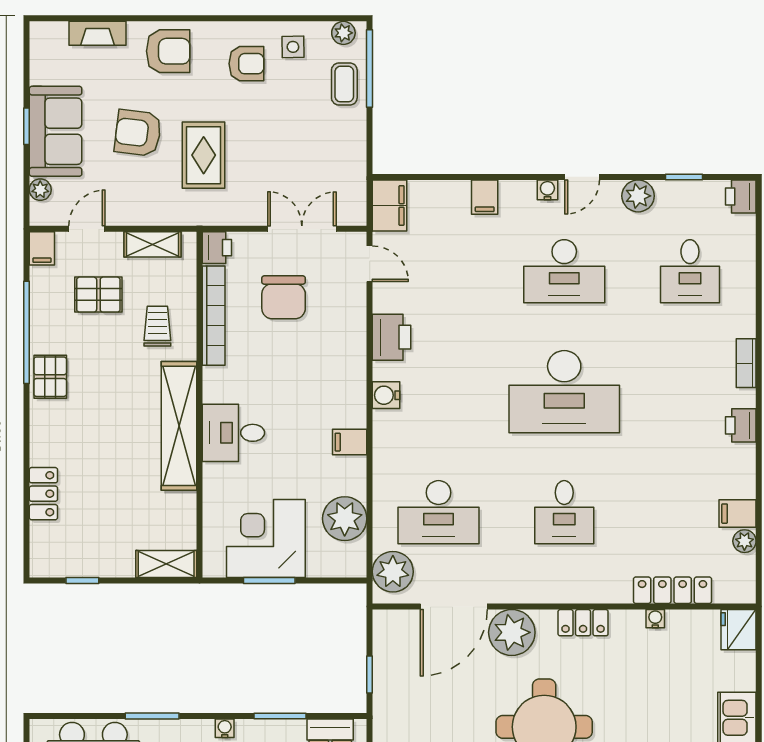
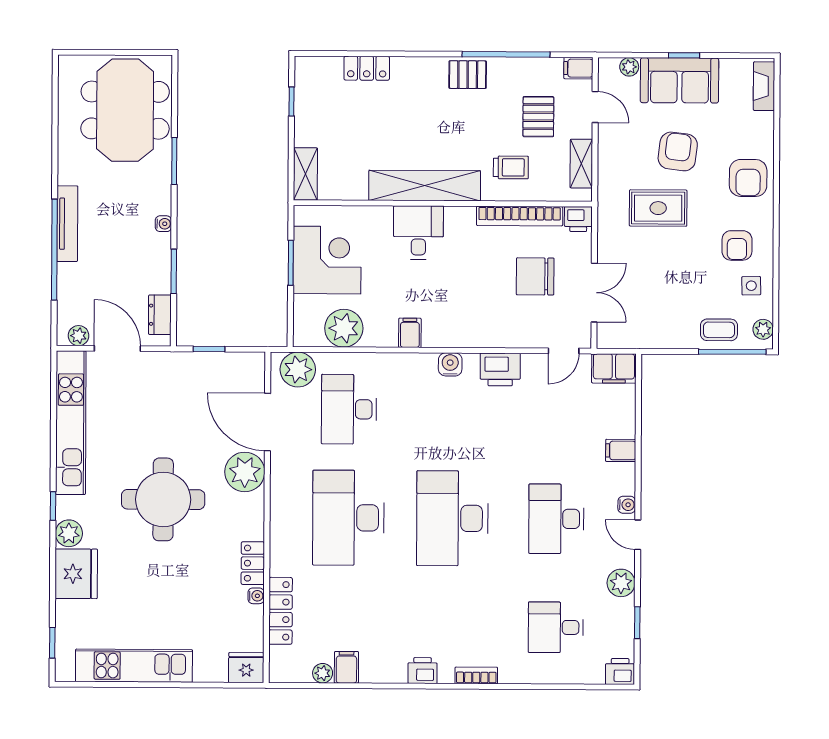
fireplace: (97, 33) -> (764, 86), moved
desk: (564, 512) -> (348, 518), width x1.87, depth x1.30
locker: (583, 623) -> (253, 563), moved

